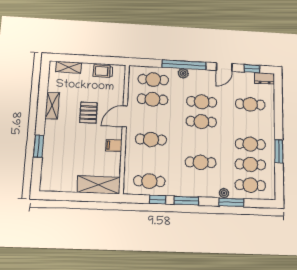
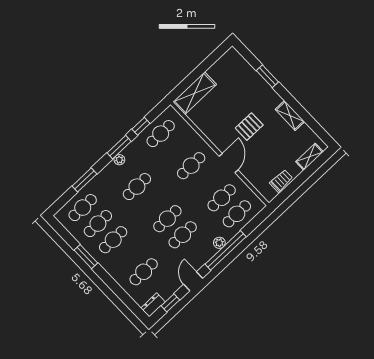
pallet: (88, 113) -> (249, 127), moved, turned 90
filing cabinet: (114, 145) -> (214, 133), removed
plant: (224, 193) -> (119, 160), moved

